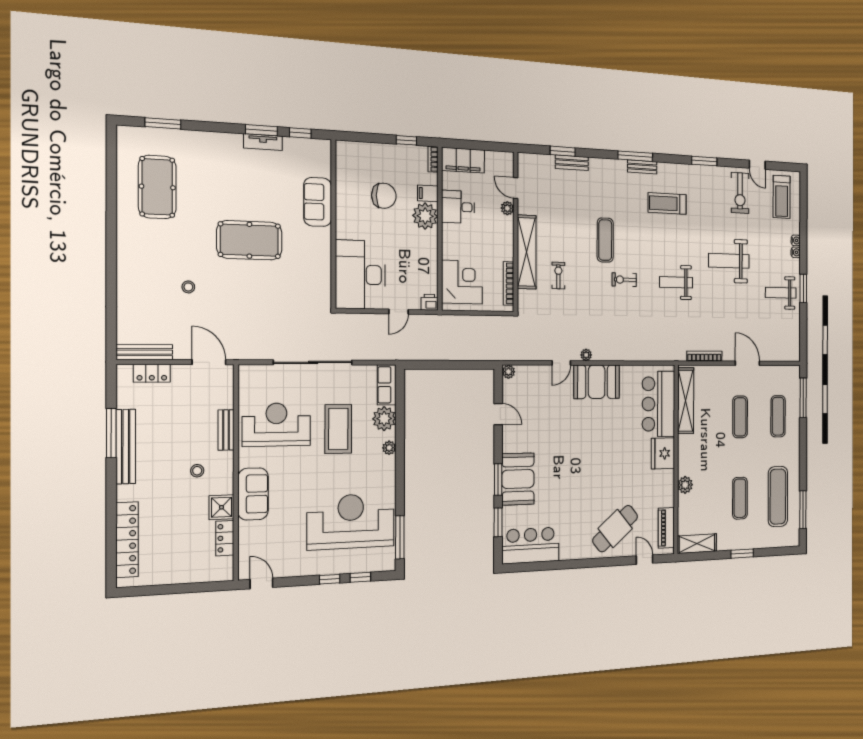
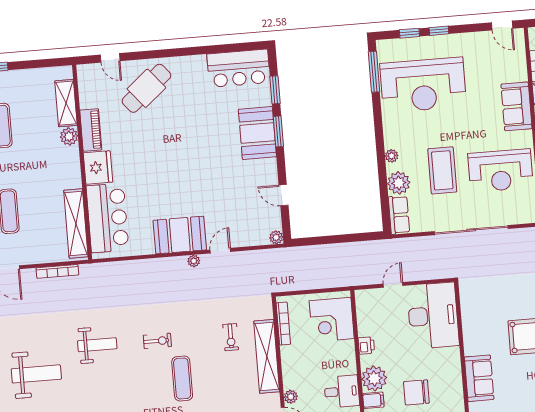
printer: (429, 302) -> (366, 345), moved, turned -90
piano: (666, 528) -> (91, 130), moved
shelving: (697, 544) -> (66, 103), moved, turned 90

